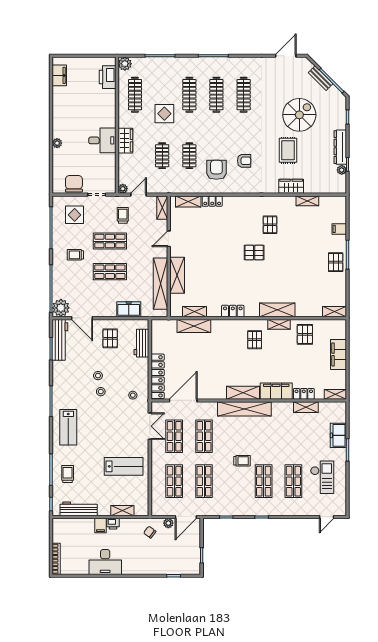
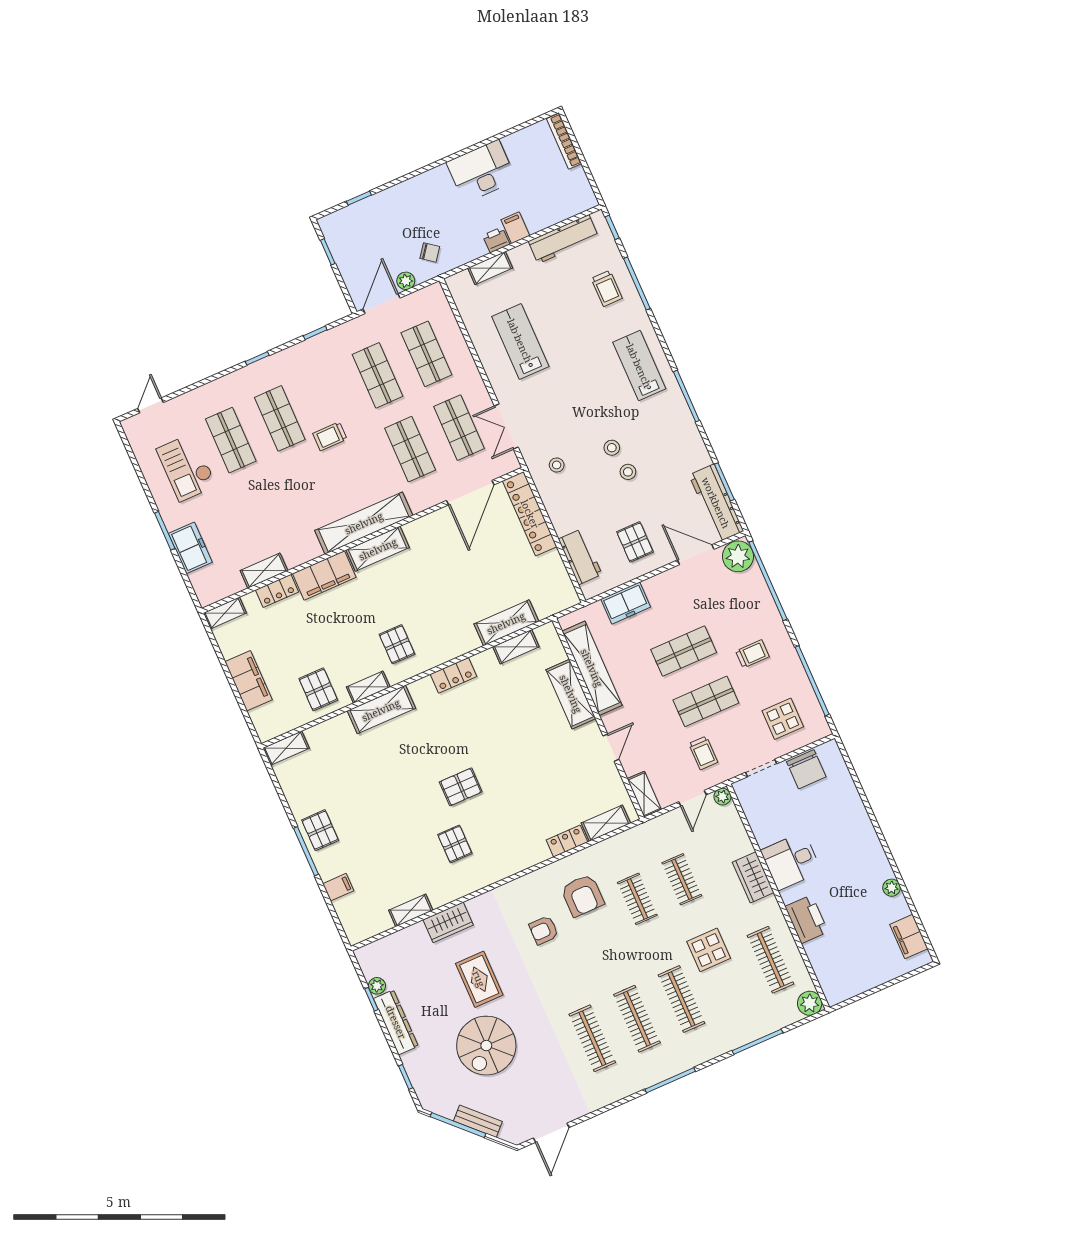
printer: (108, 77) -> (806, 919), moved
plant: (57, 143) -> (892, 888), moved
lab bench: (124, 466) -> (520, 341), turned 90

